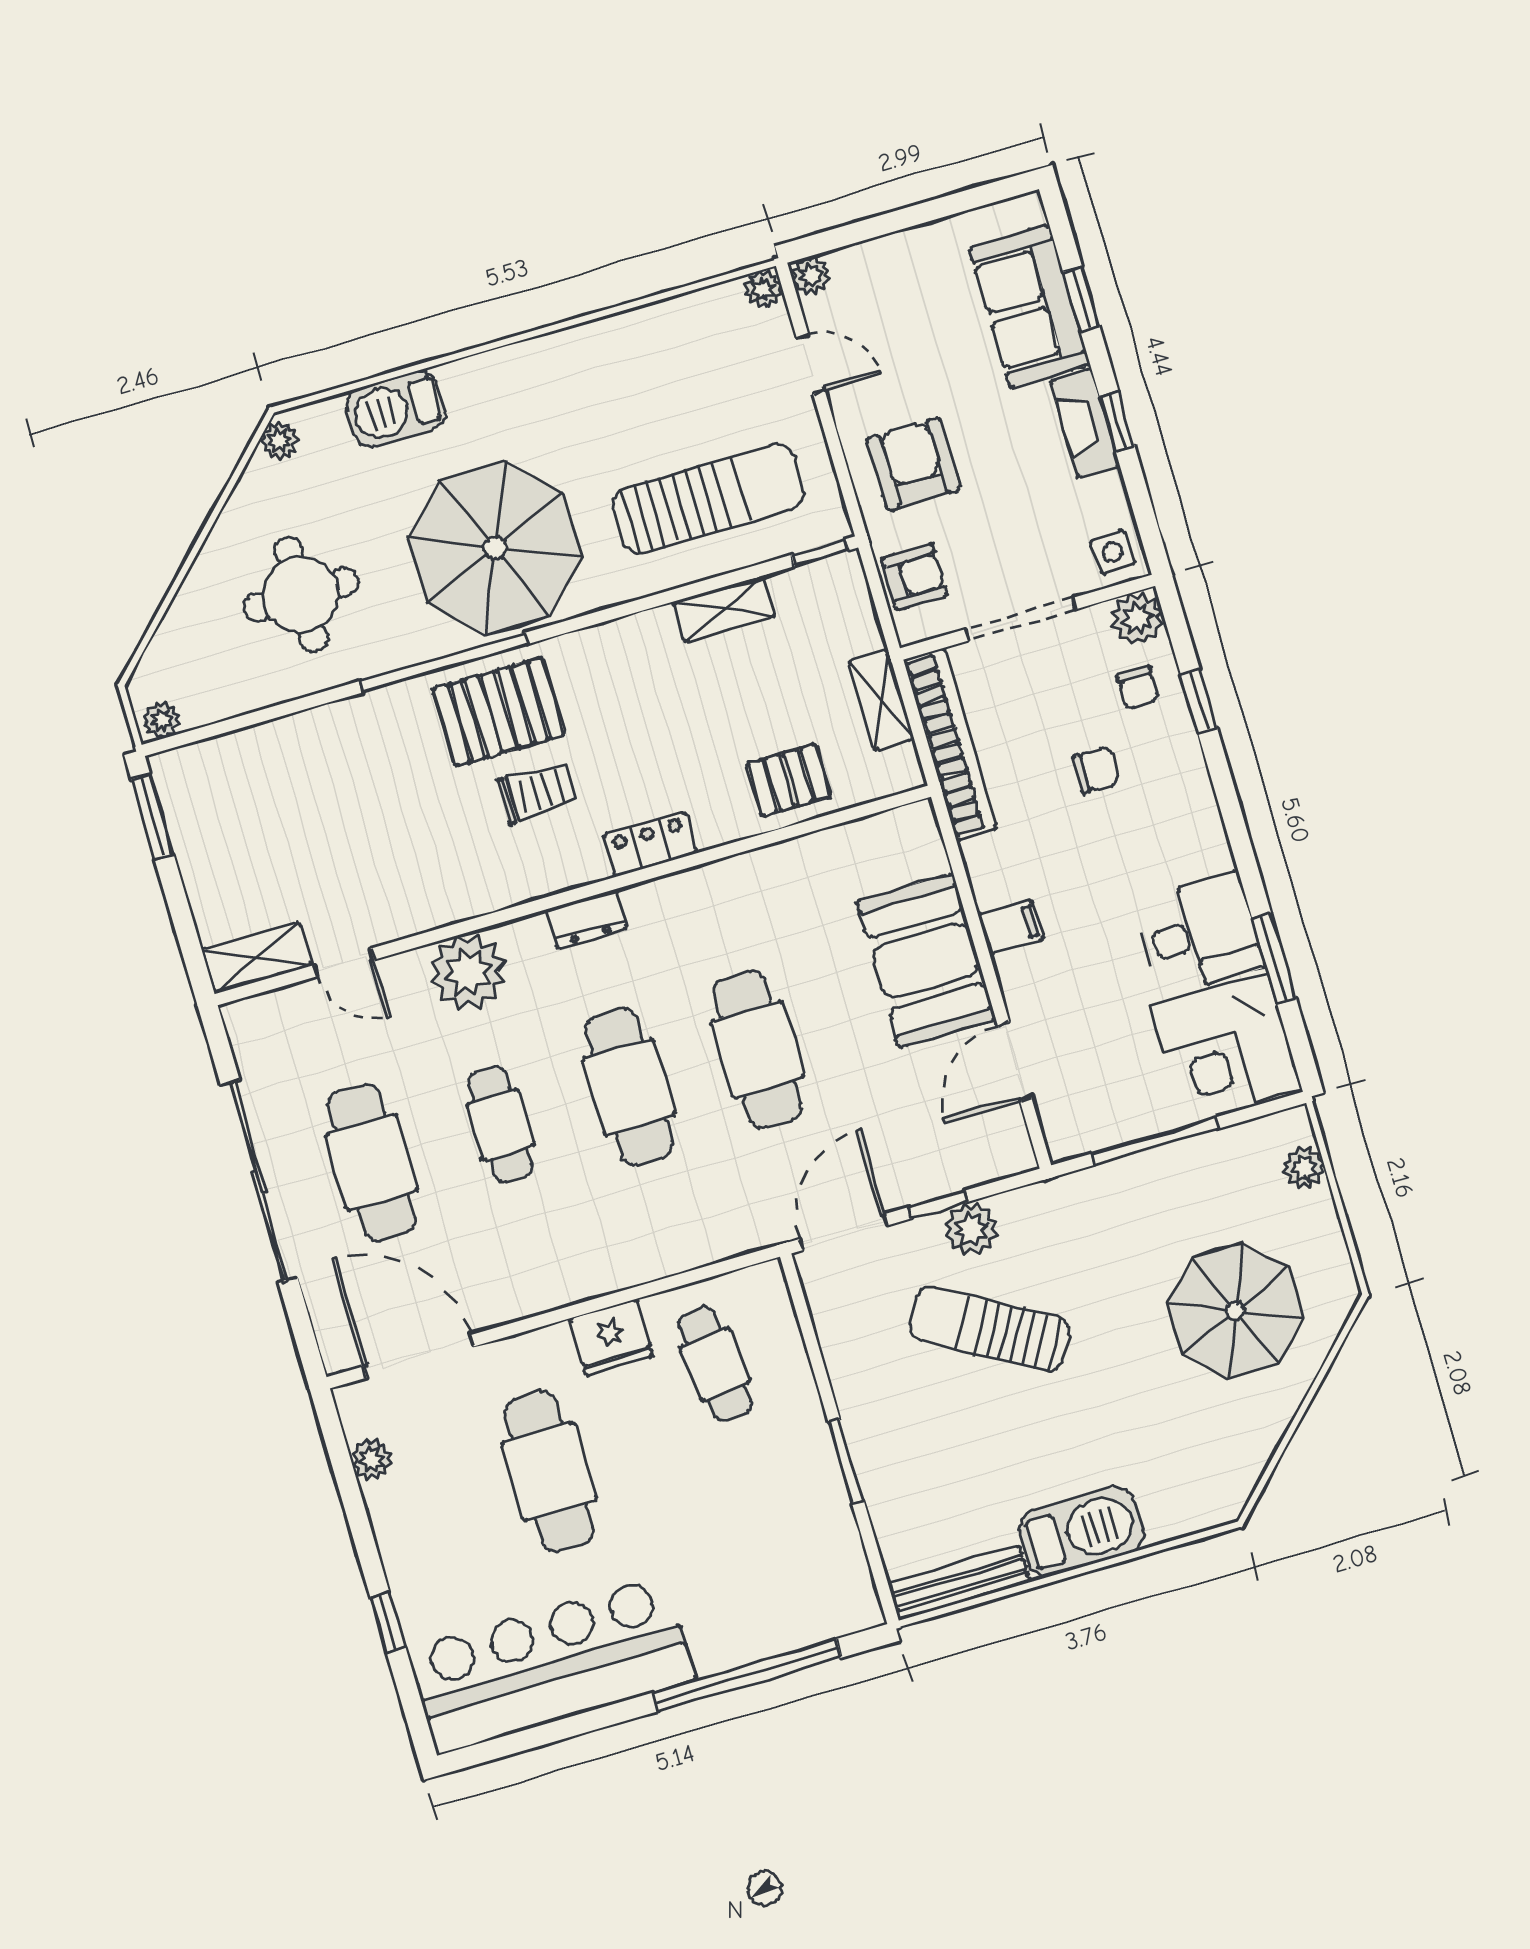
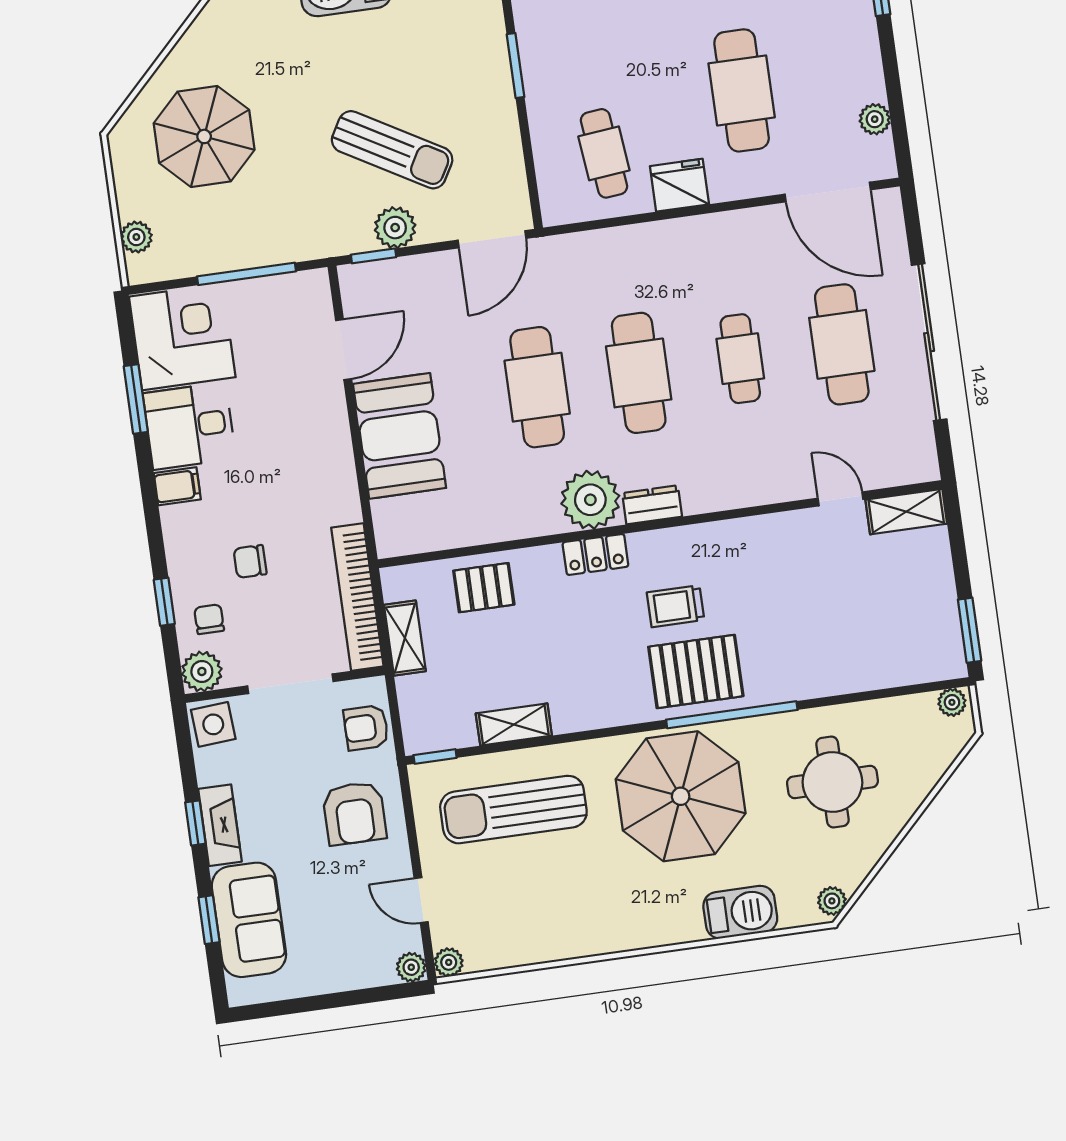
side table: (1113, 552) -> (213, 724), width x1.37, depth x1.37
filing cabinet: (1011, 927) -> (177, 486), moved, turned 180
plant: (468, 972) -> (590, 500), moved
window: (938, 1204) -> (374, 256), moved

